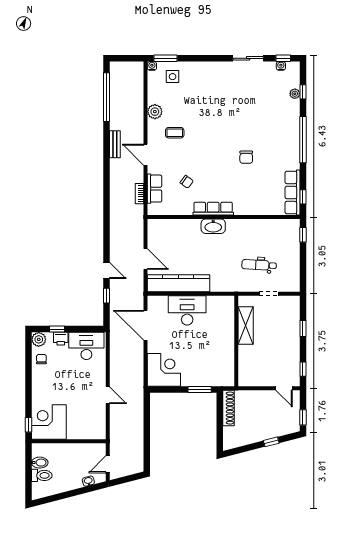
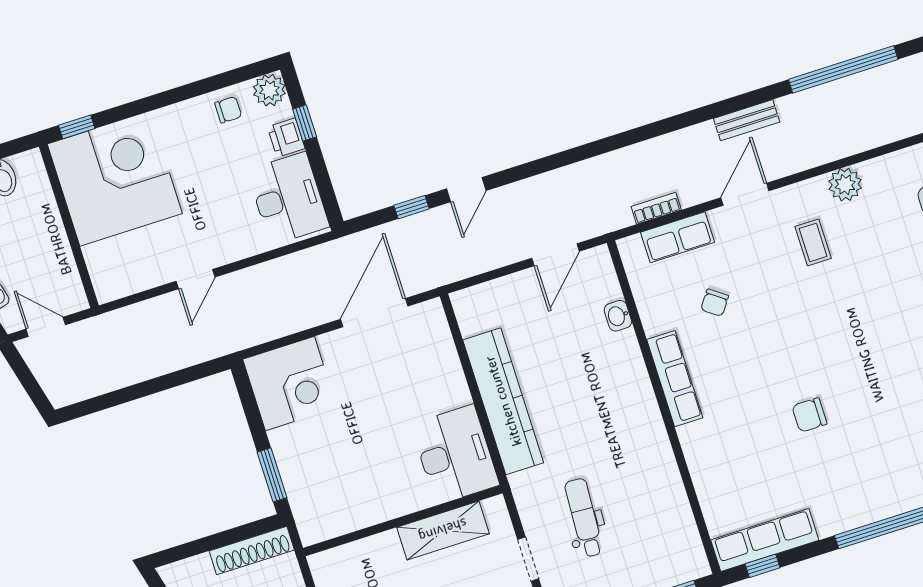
washbasin: (213, 226) -> (618, 316), moved, width x0.52, depth x0.69
door: (146, 259) -> (556, 255), moved
kitchen counter: (178, 283) -> (503, 401), moved
desk: (187, 310) -> (455, 455), moved
corner desk: (49, 422) -> (115, 179), width x1.36, depth x1.36

